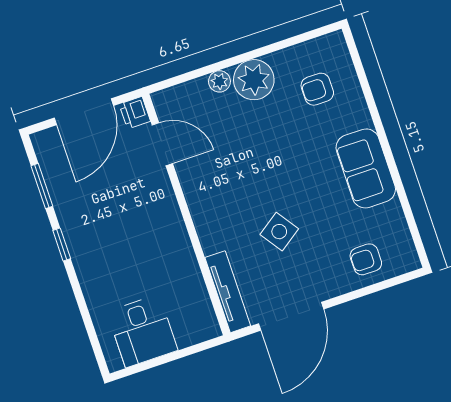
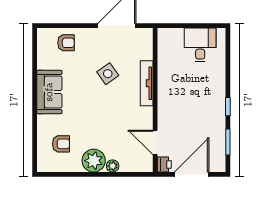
tv unit: (228, 292) -> (147, 83), moved

